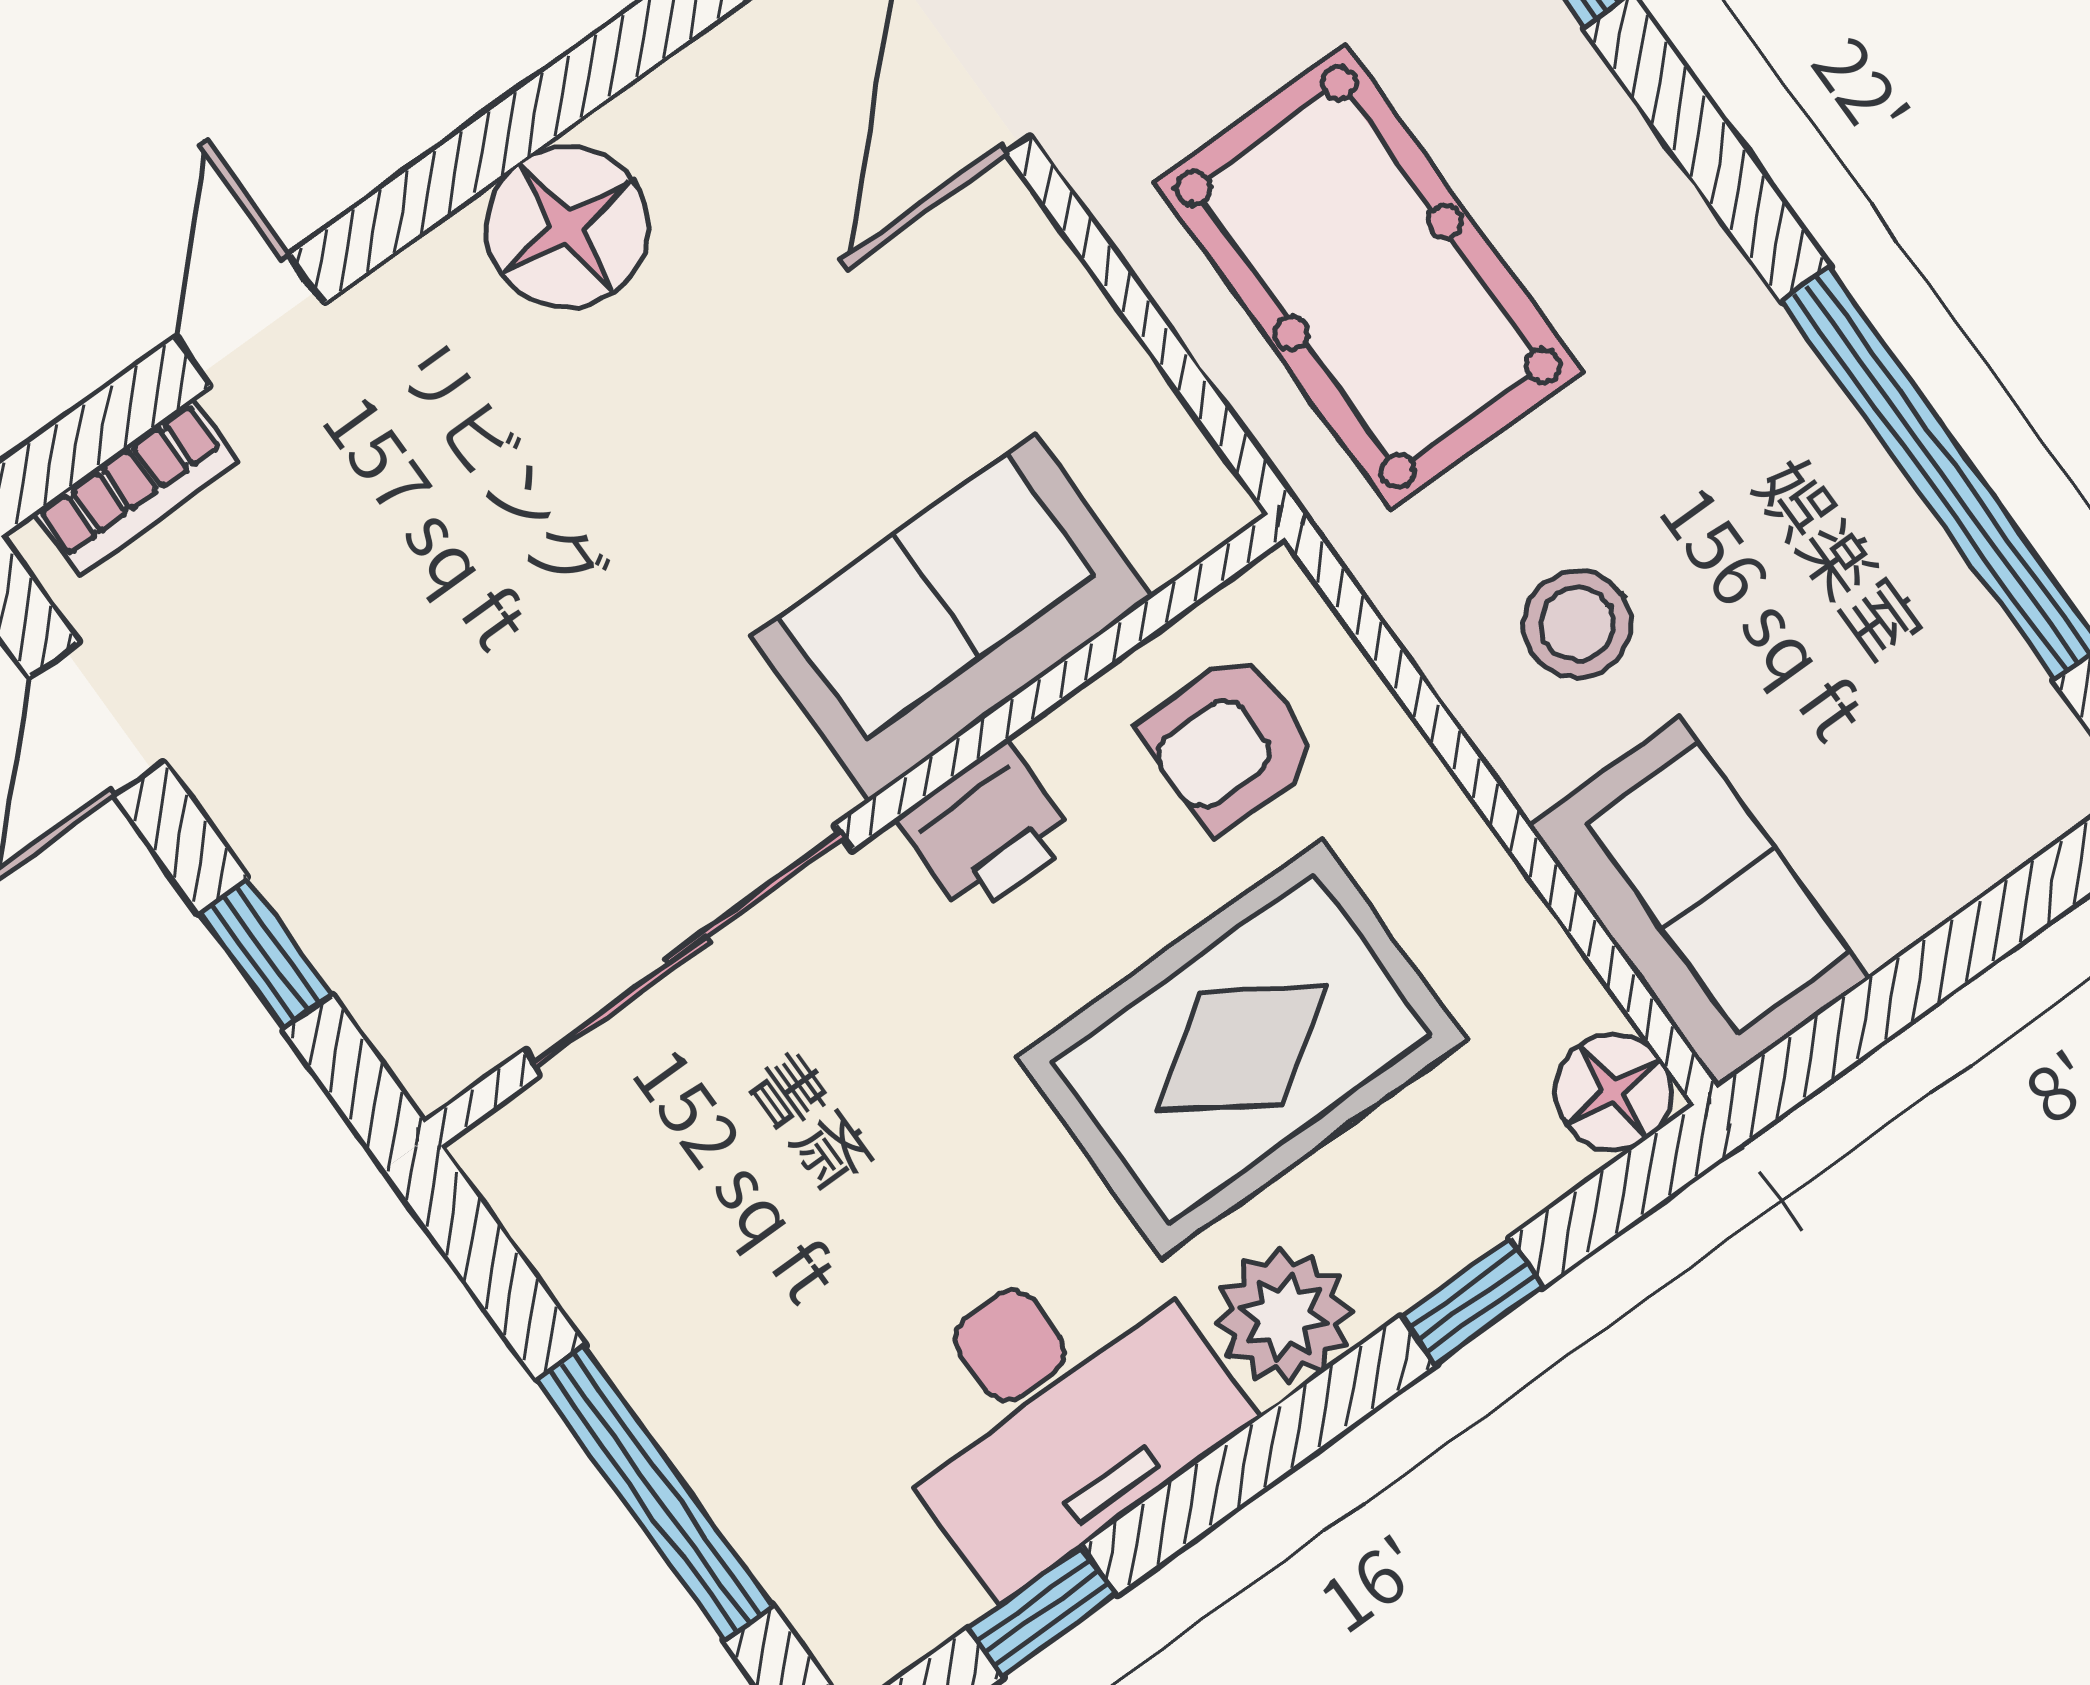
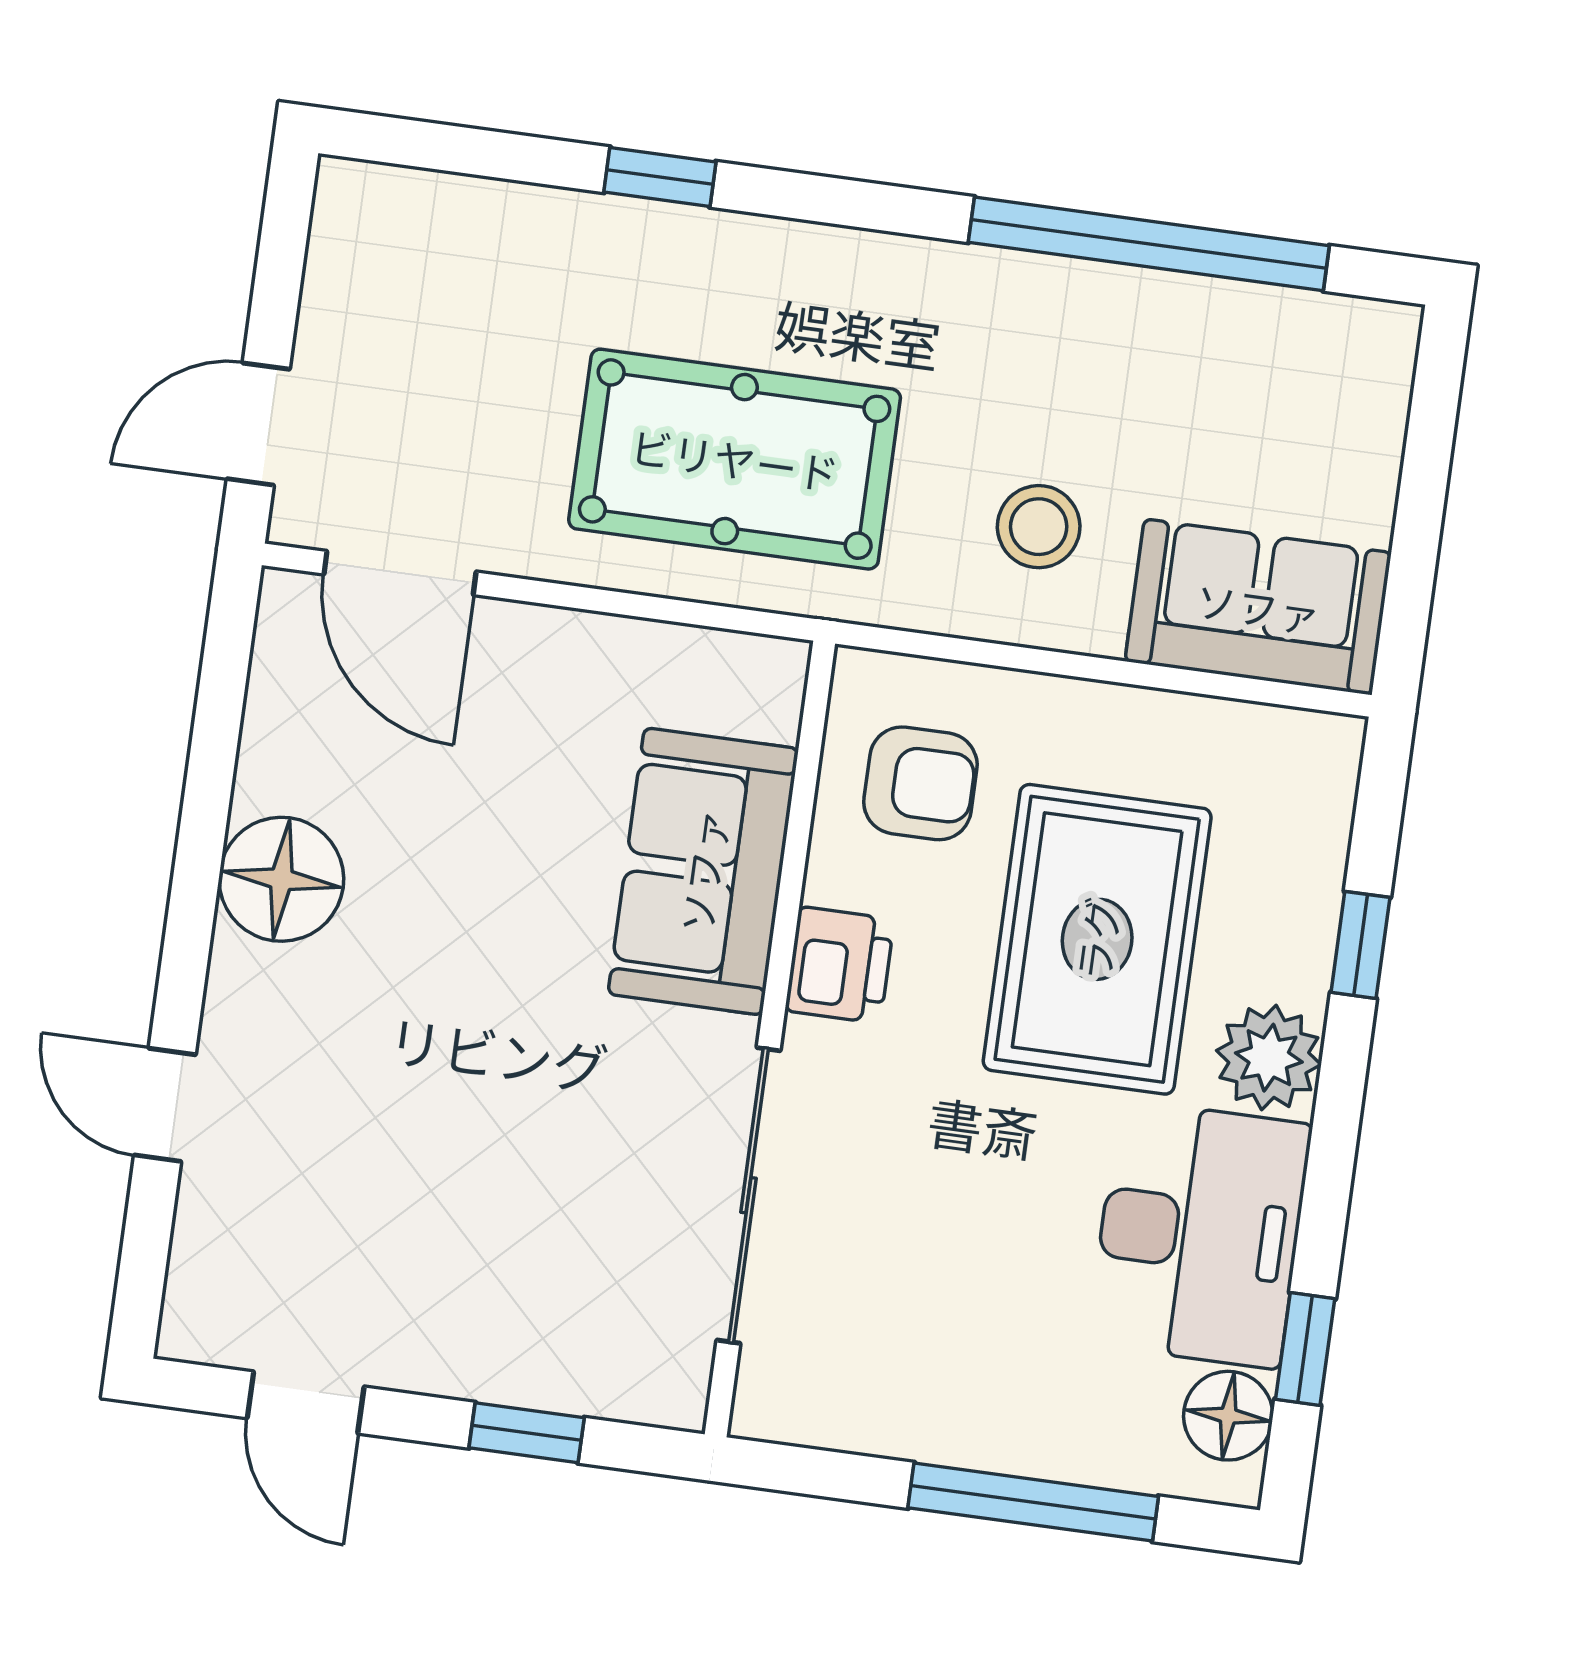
bookcase: (135, 487) -> (197, 1258), removed
armchair: (1230, 743) -> (920, 783), turned -90
floor lamp: (1614, 1092) -> (1228, 1416), moved

